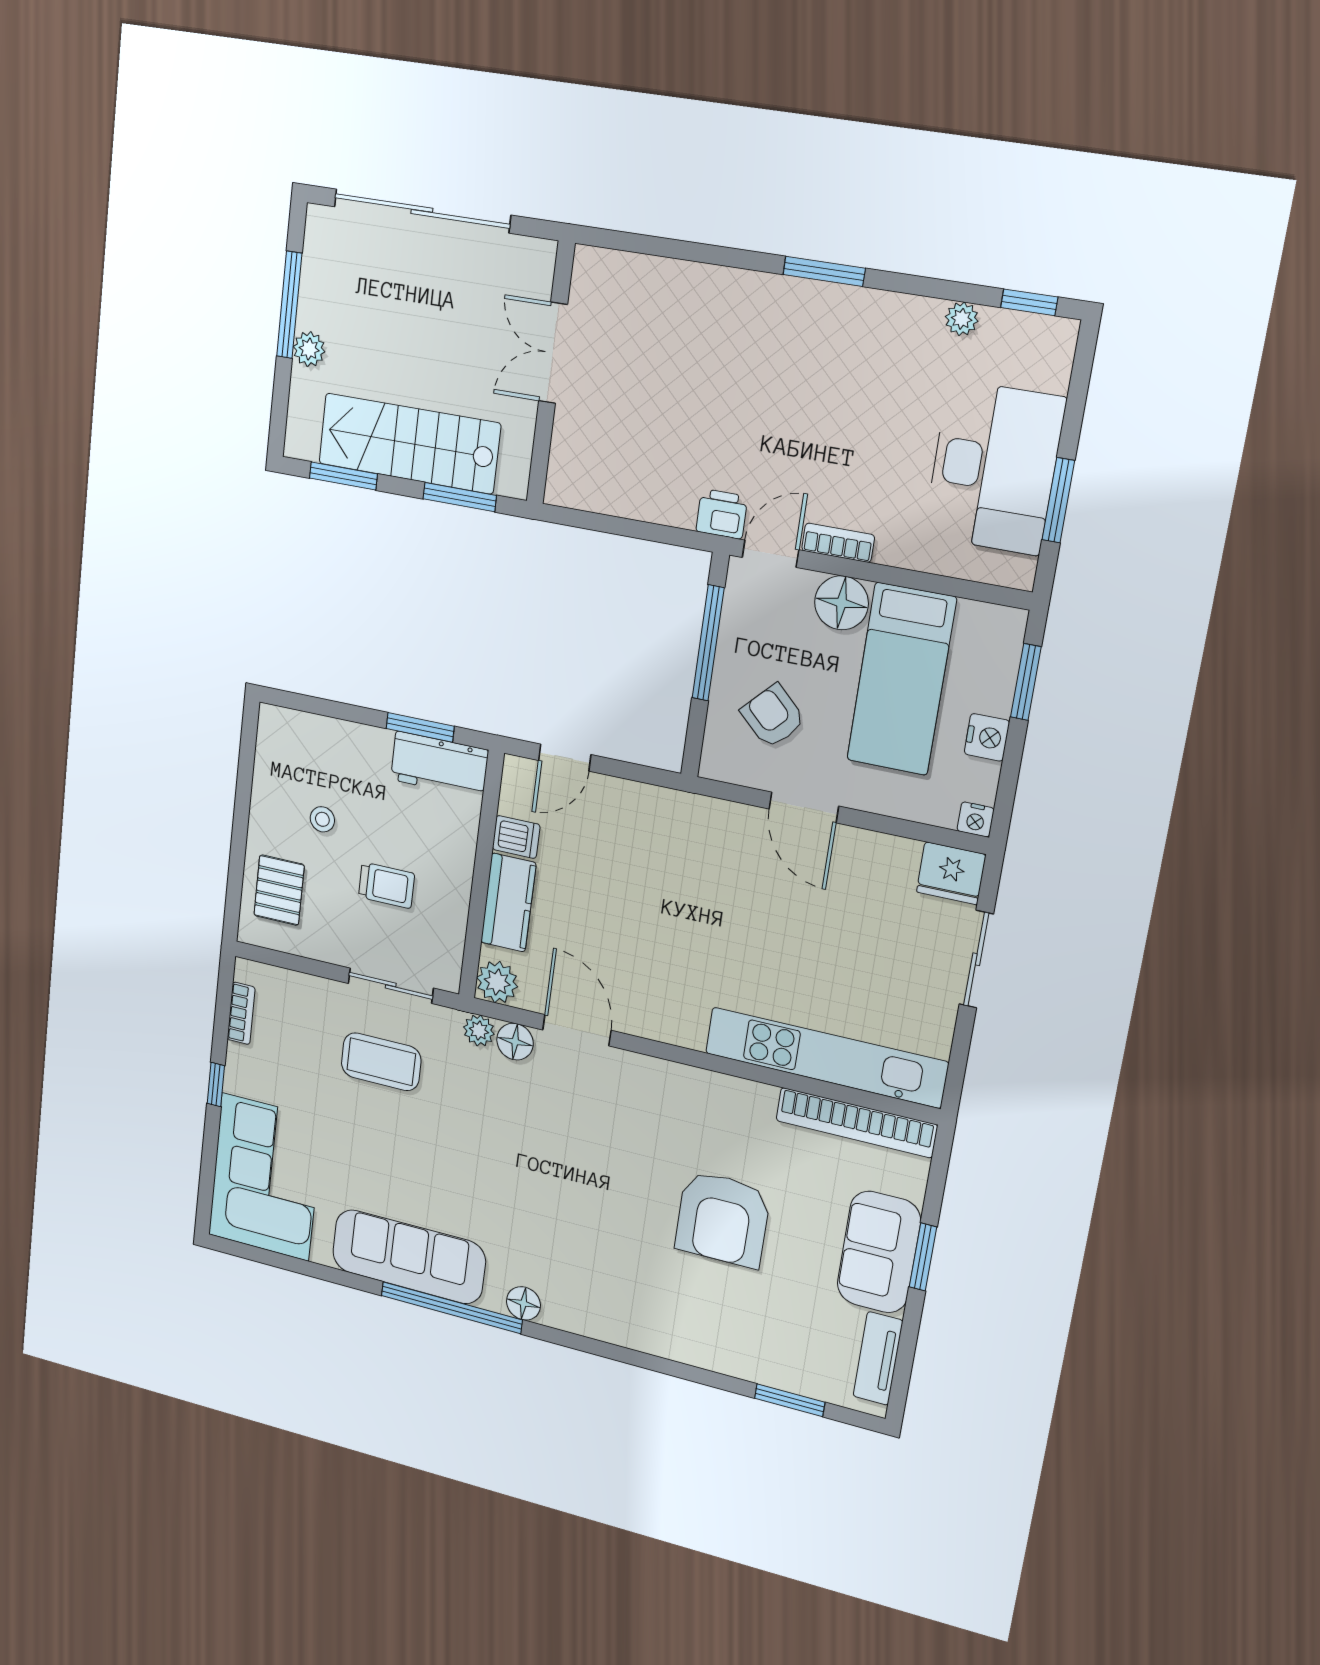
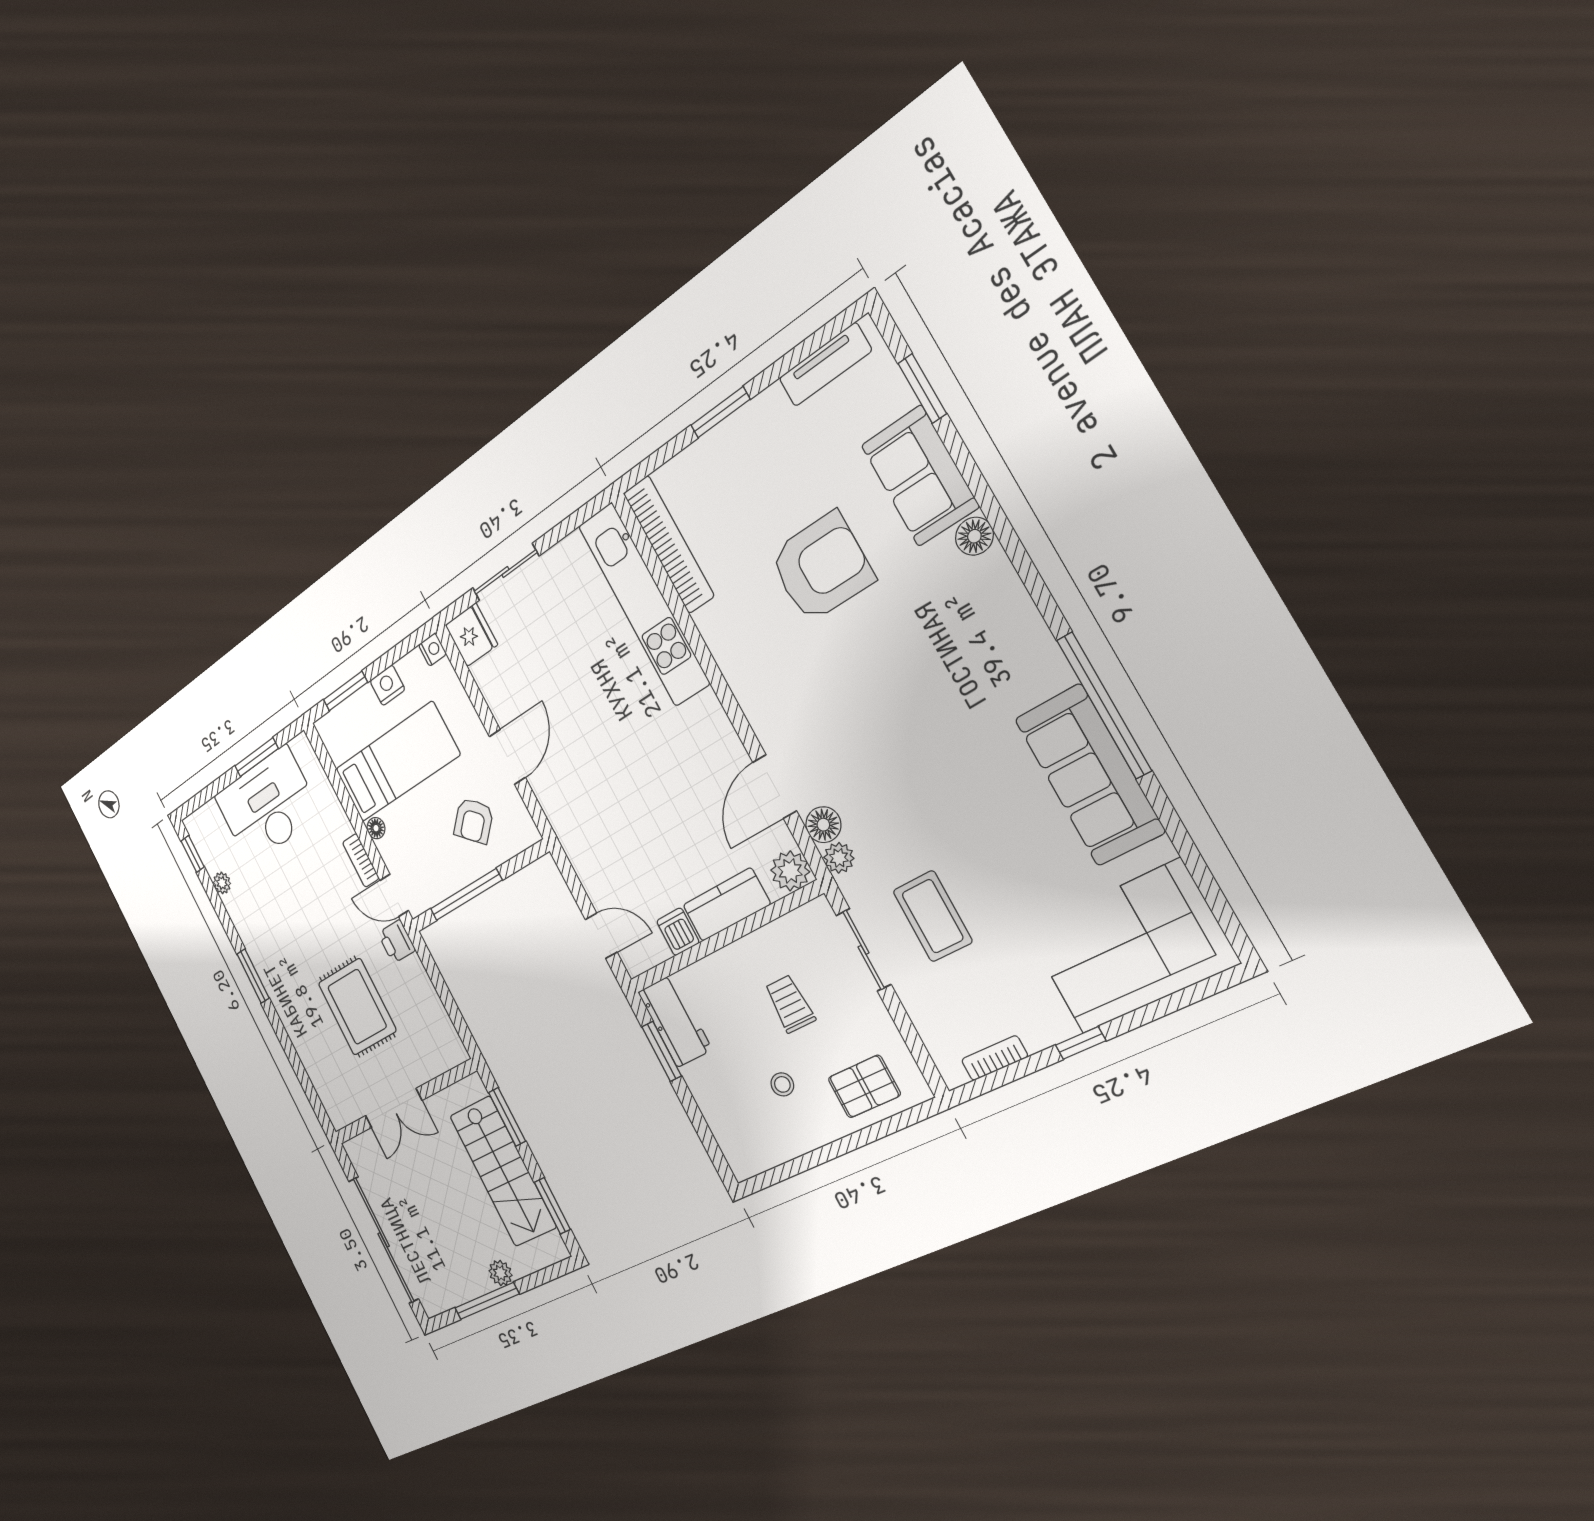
rug: (690, 398) -> (357, 1007), added
floor lamp: (841, 603) -> (376, 828), width x0.53, depth x0.53
sofa: (879, 1252) -> (920, 476), moved, turned 90
floor lamp: (523, 1303) -> (974, 536), moved

